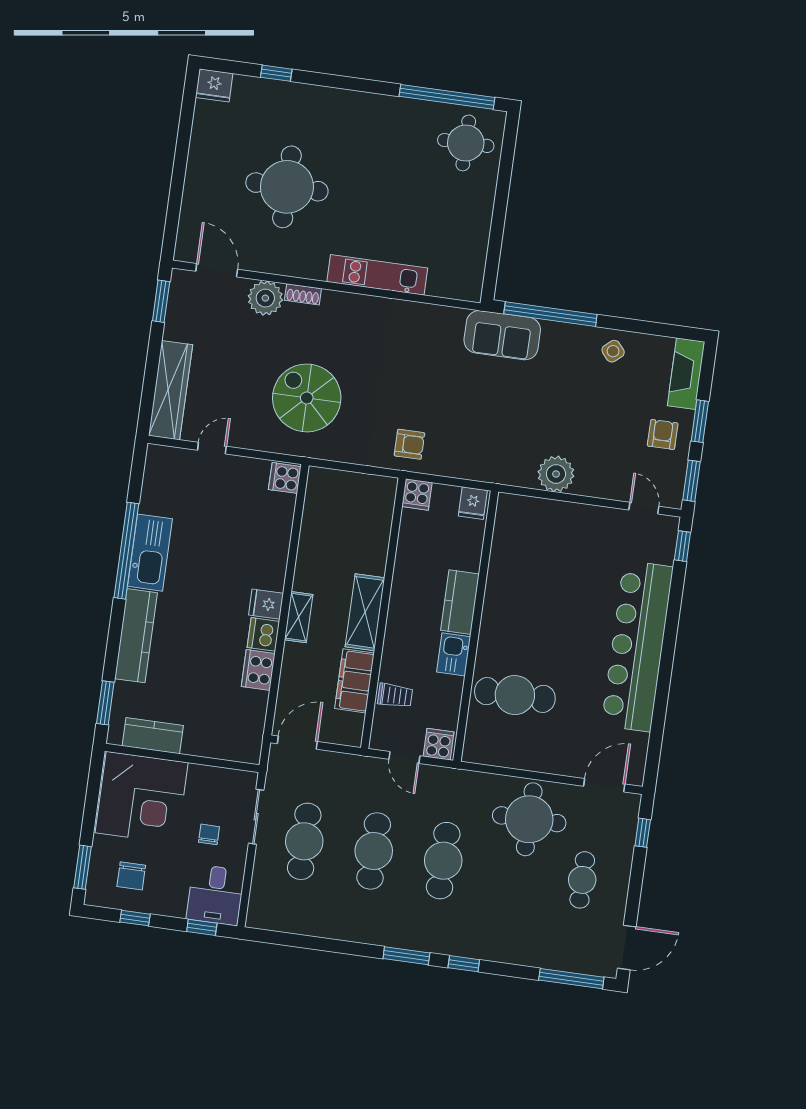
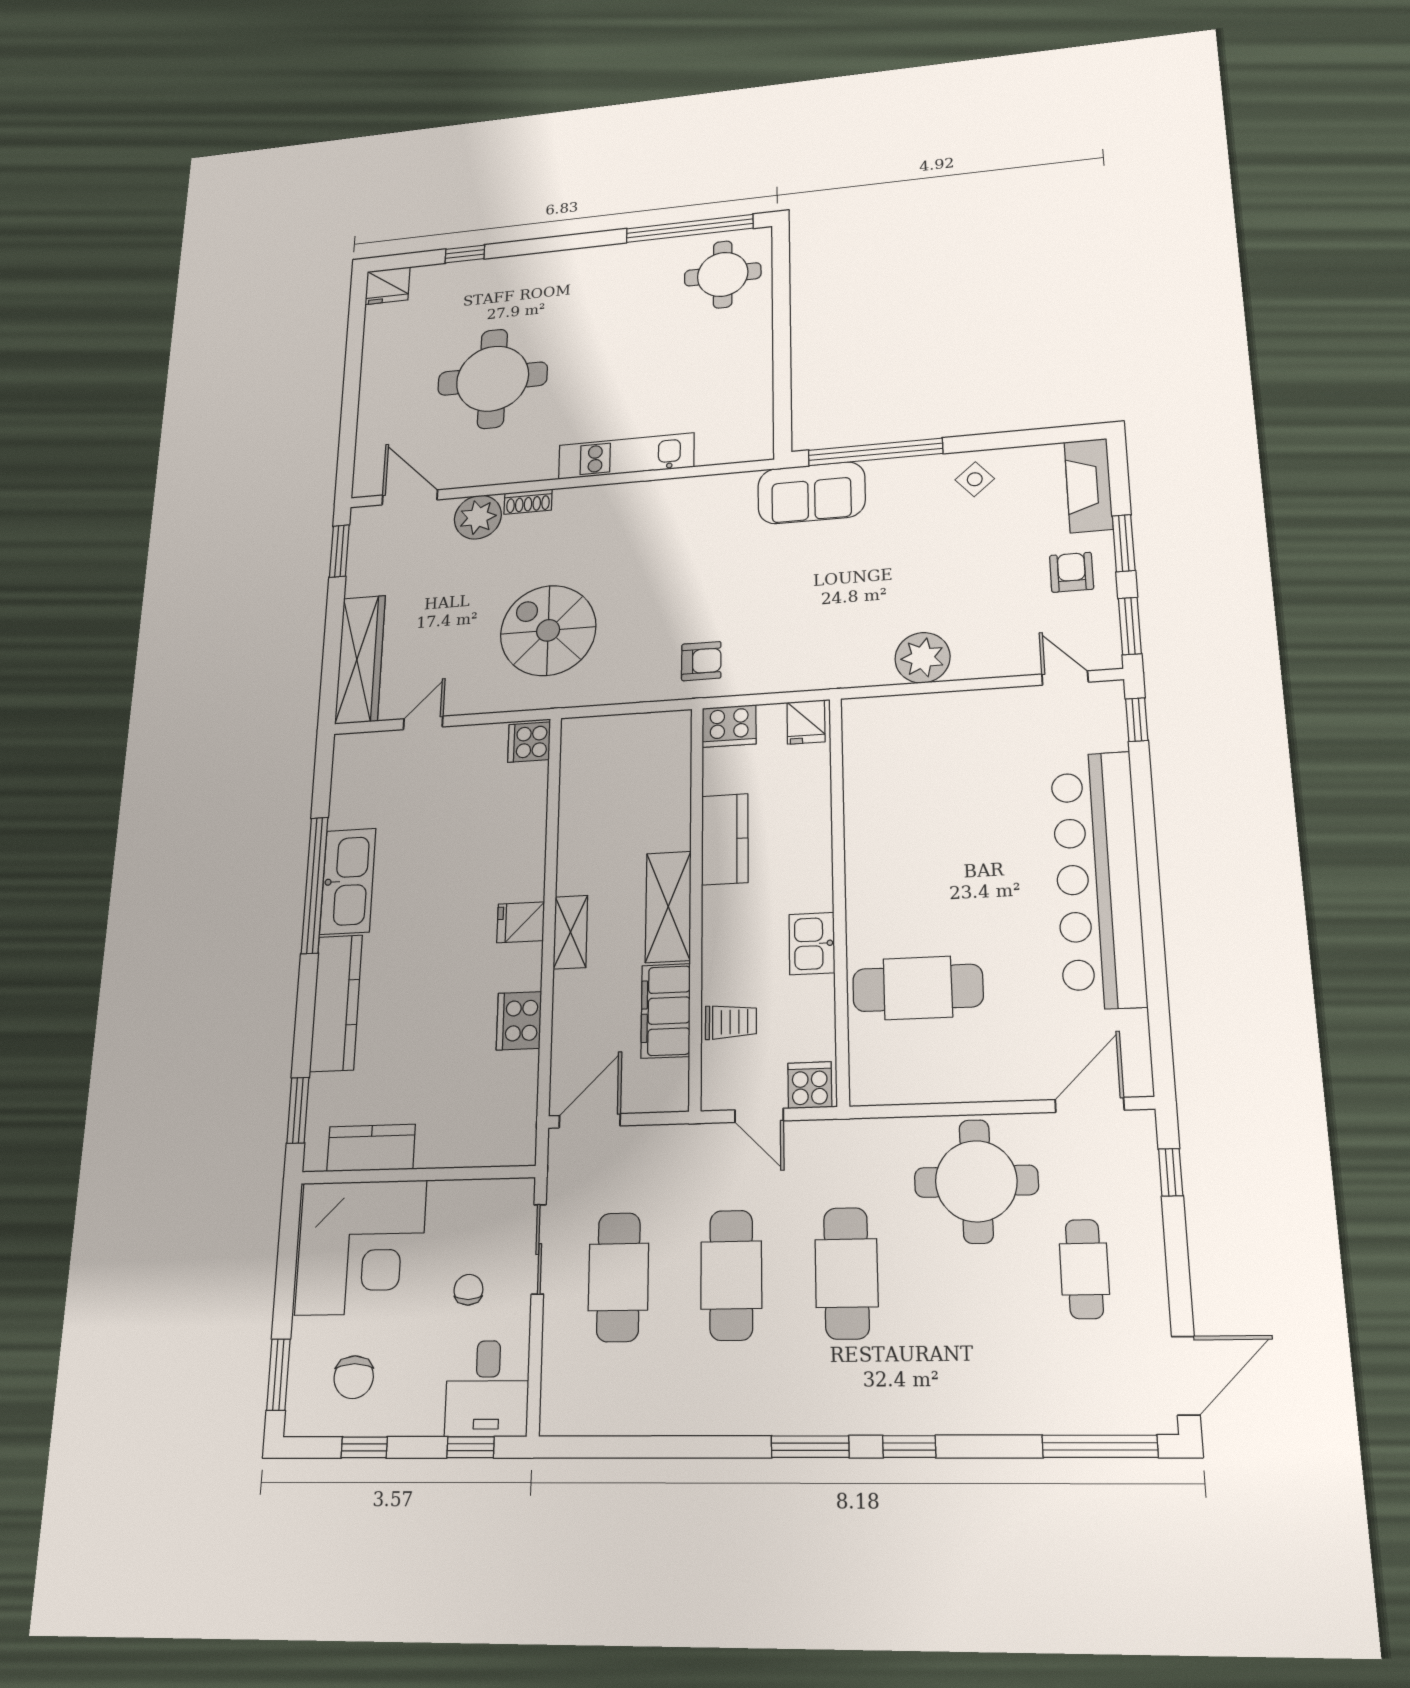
cooker: (417, 494) -> (729, 726), width x1.36
kitchen counter: (460, 602) -> (725, 839), moved, turned 180
dishwasher: (263, 634) -> (521, 967), removed

